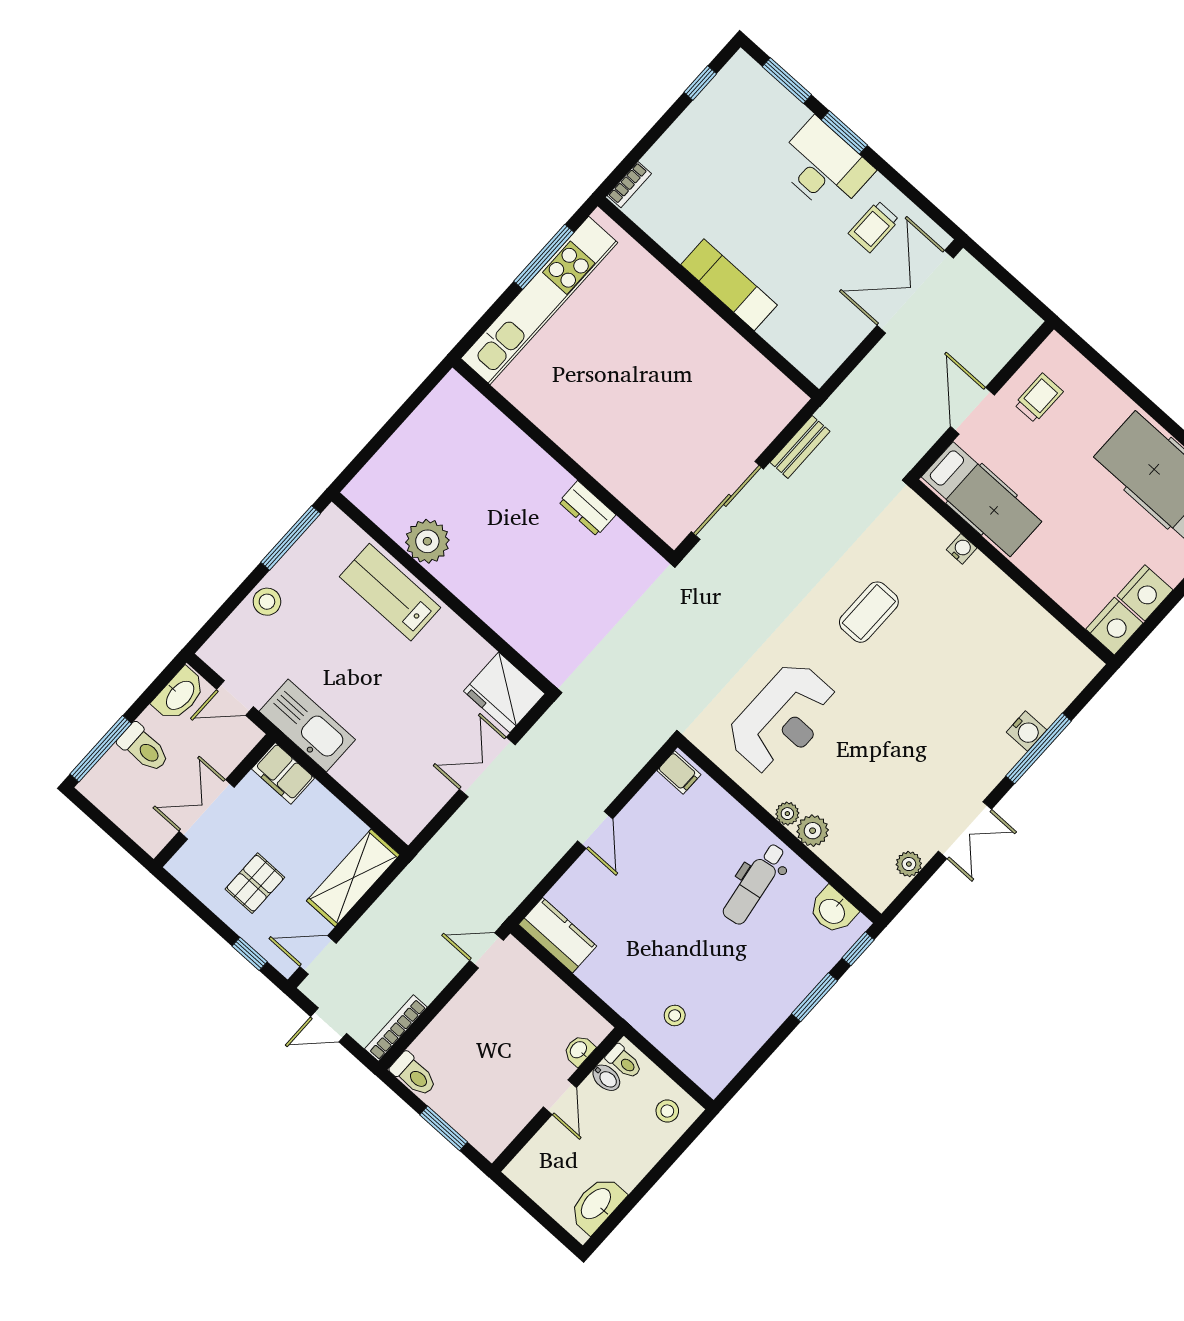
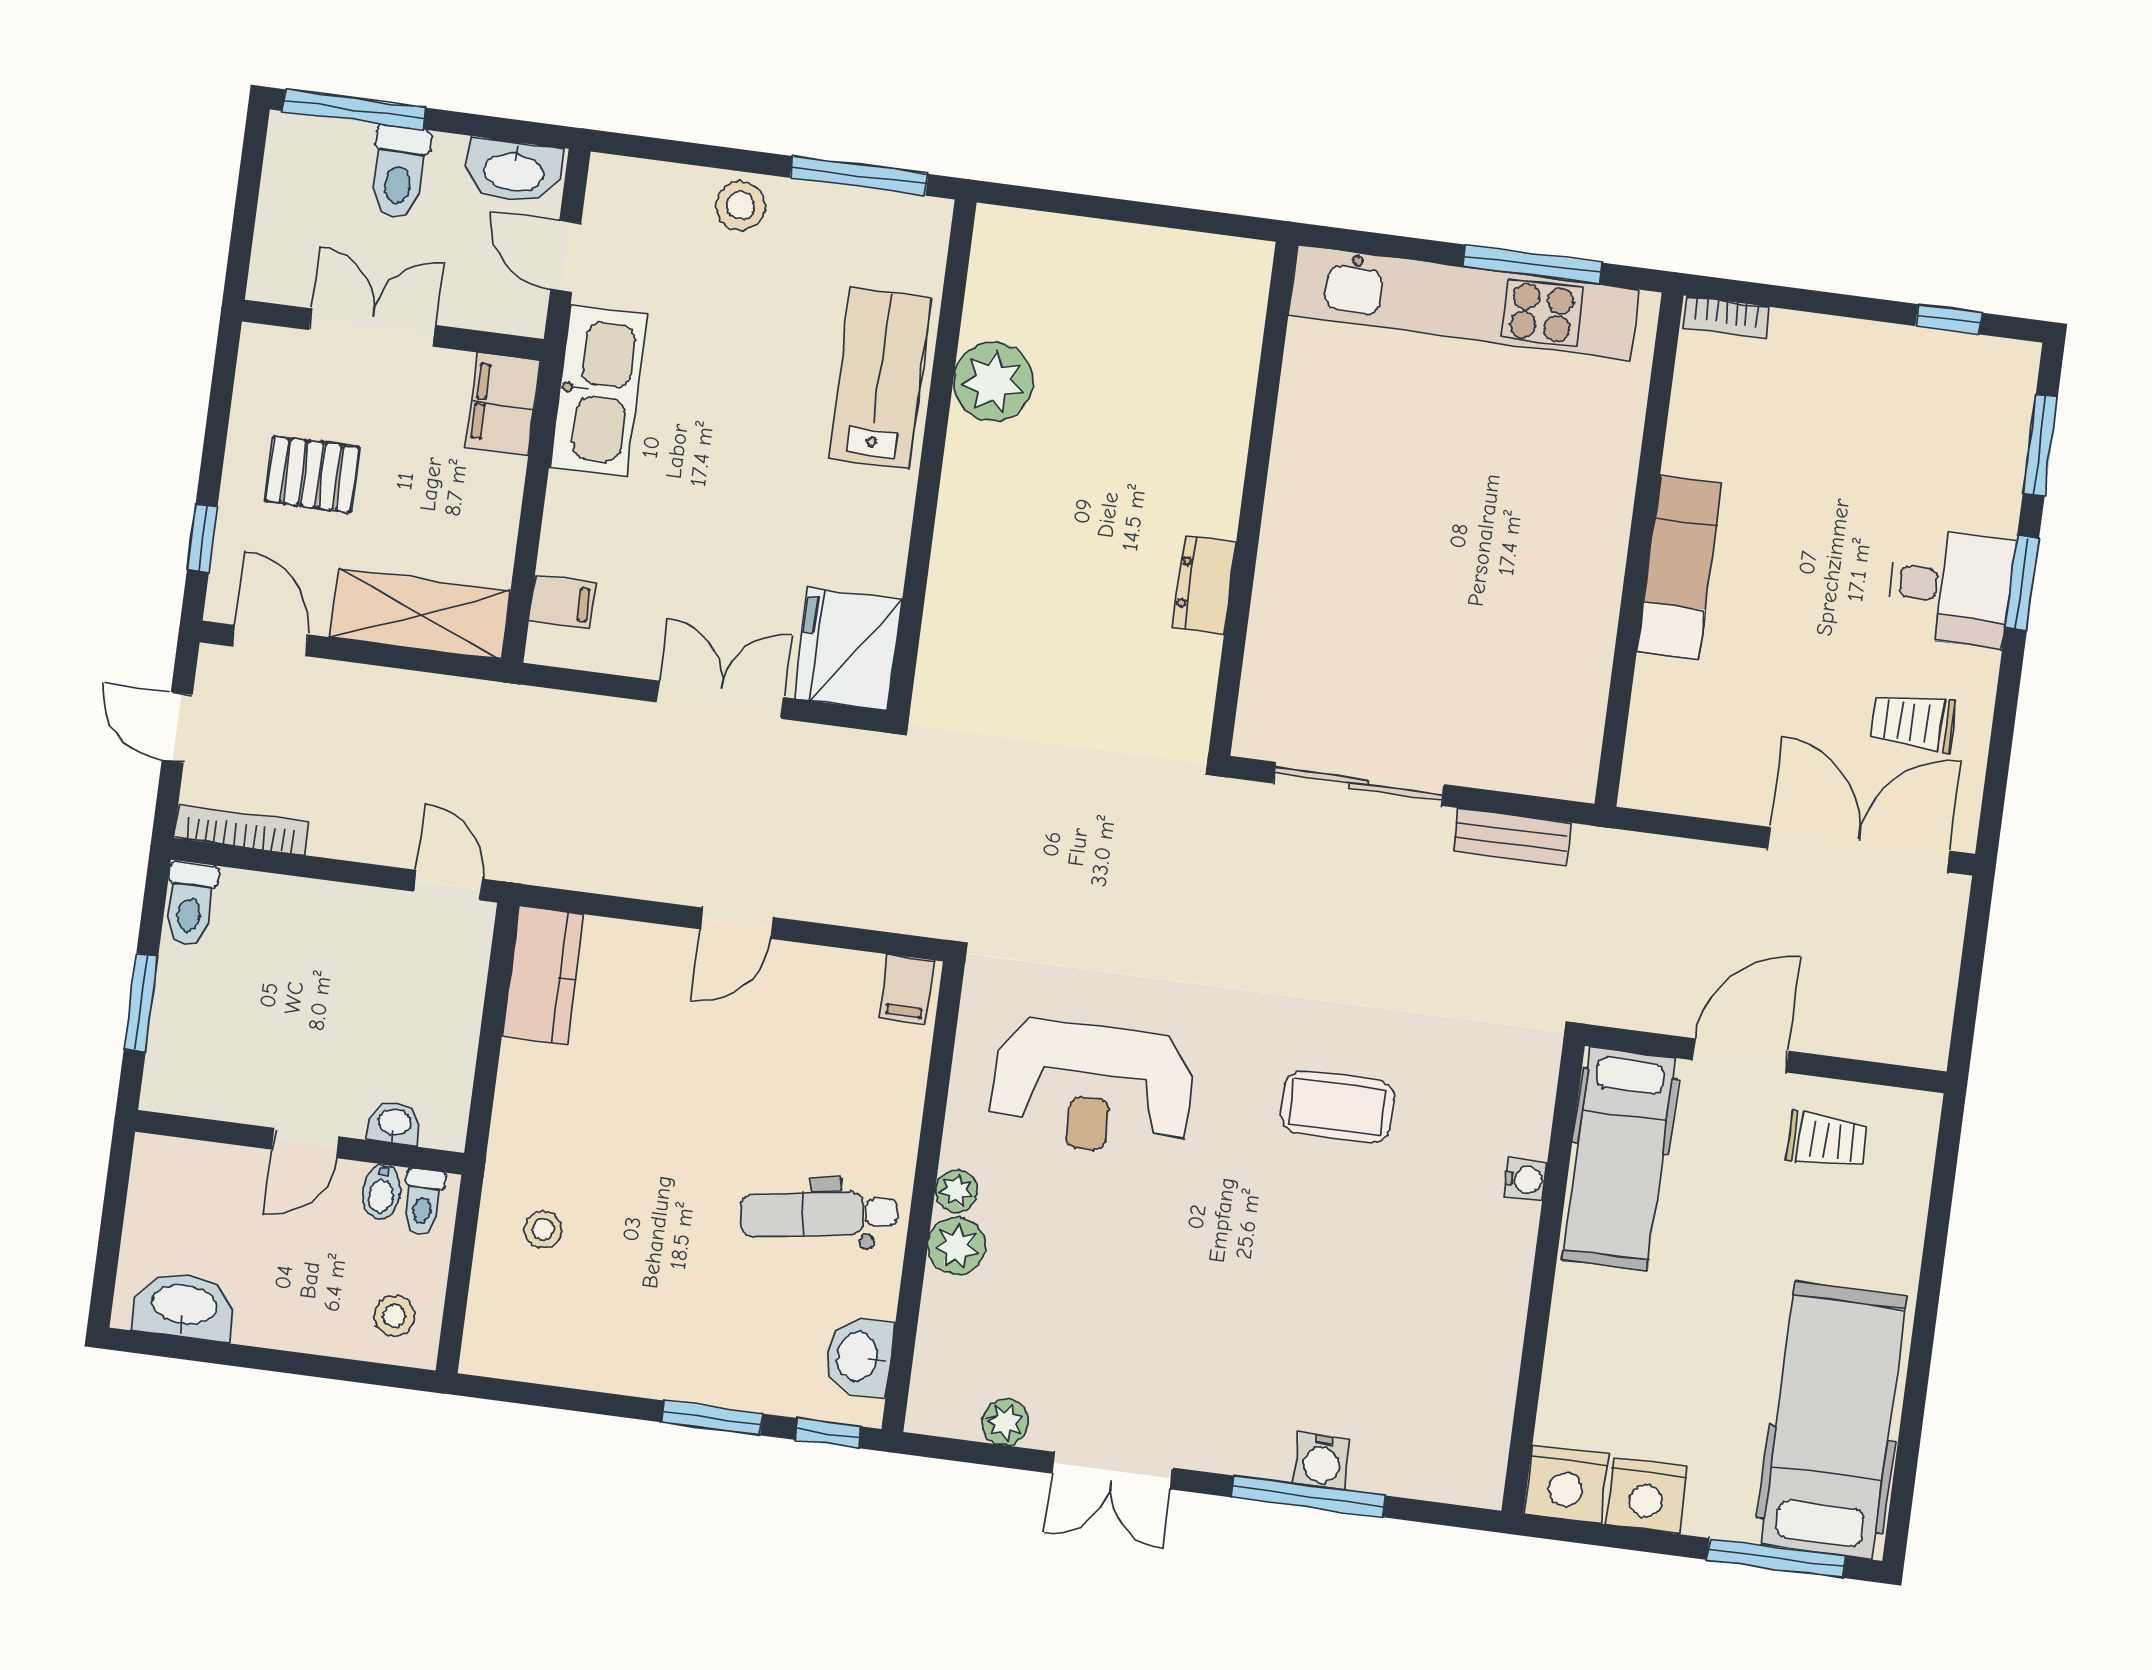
desk: (824, 167) -> (1950, 587), width x0.73
filing cabinet: (393, 809) -> (562, 602), added

